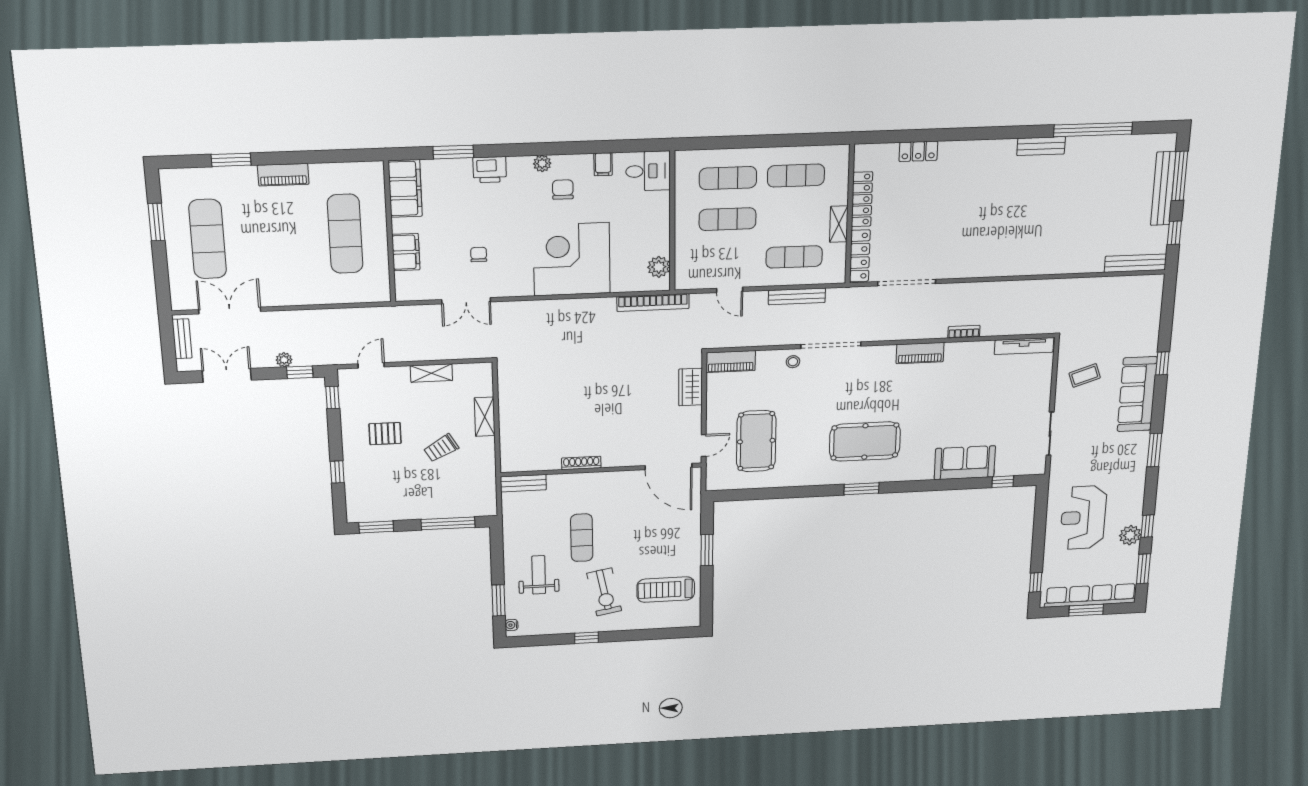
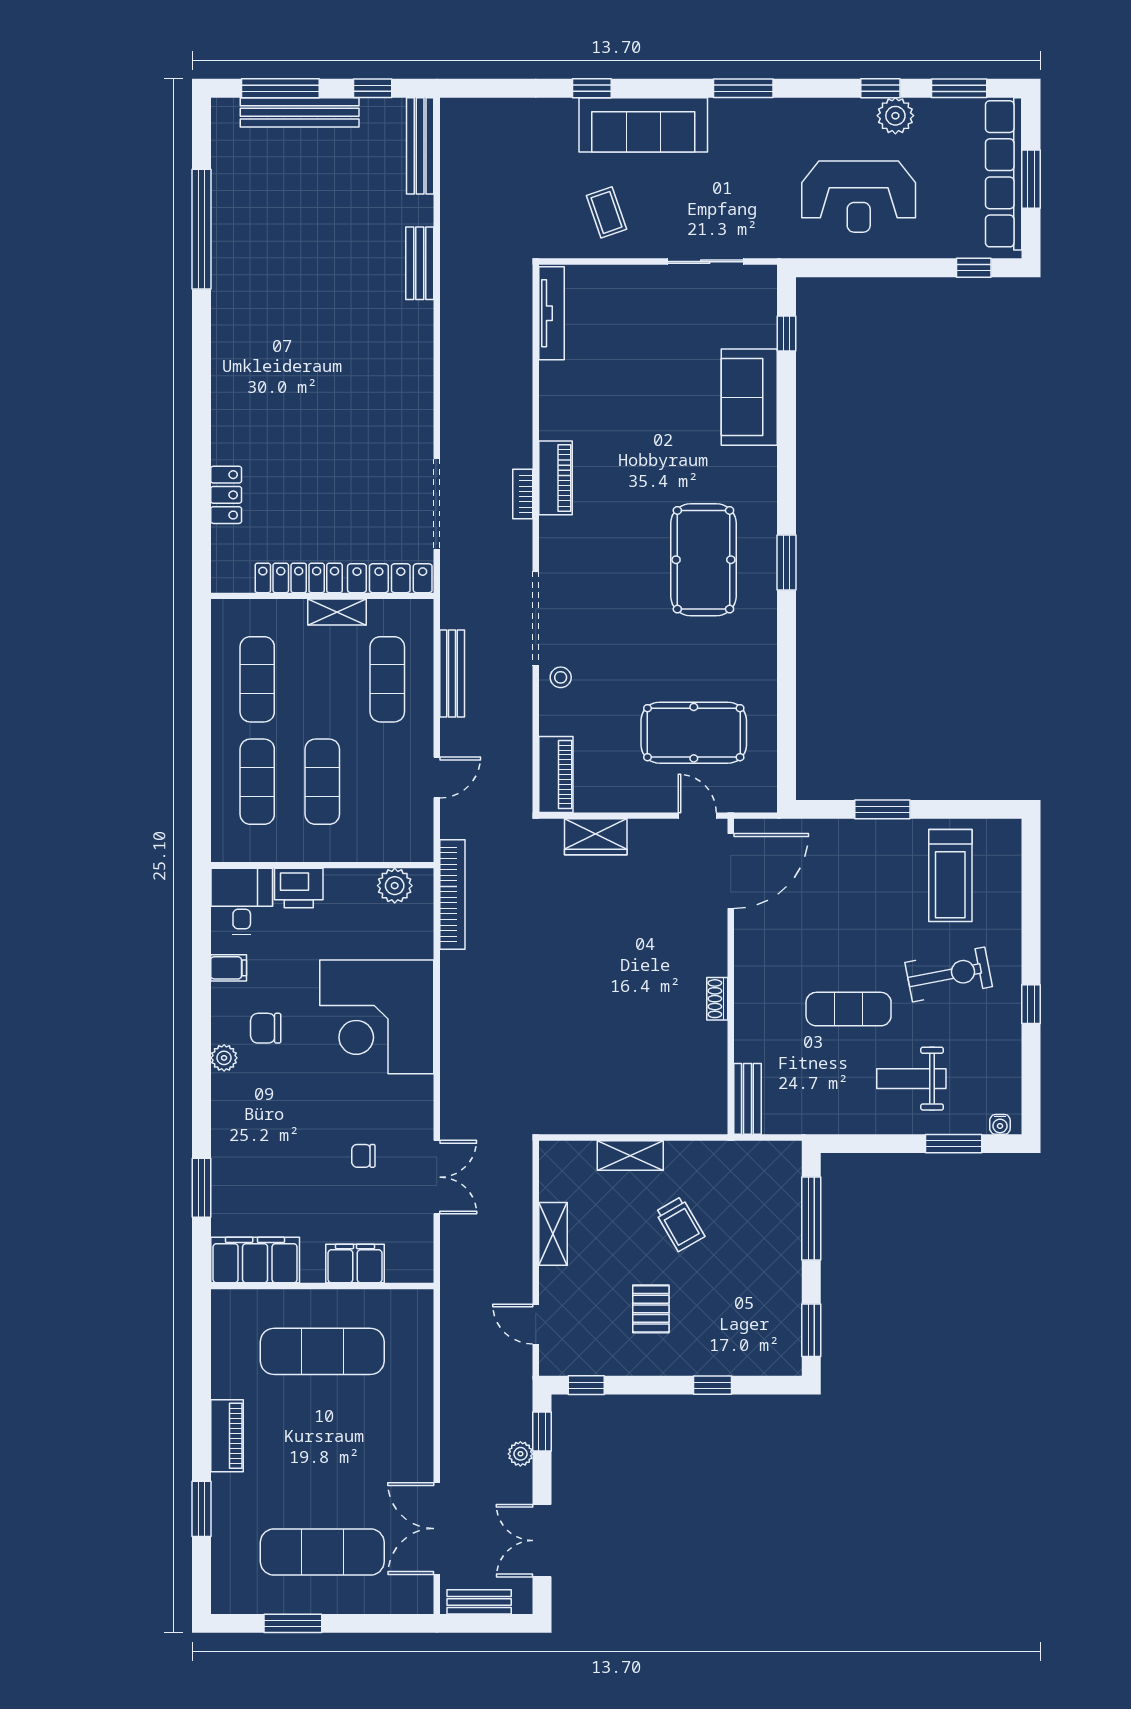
bench: (1041, 146) -> (420, 263), moved
printer: (490, 170) -> (299, 888), moved, turned 90
bookcase: (964, 332) -> (523, 494), moved
shoe rack: (581, 463) -> (717, 999), width x0.70

